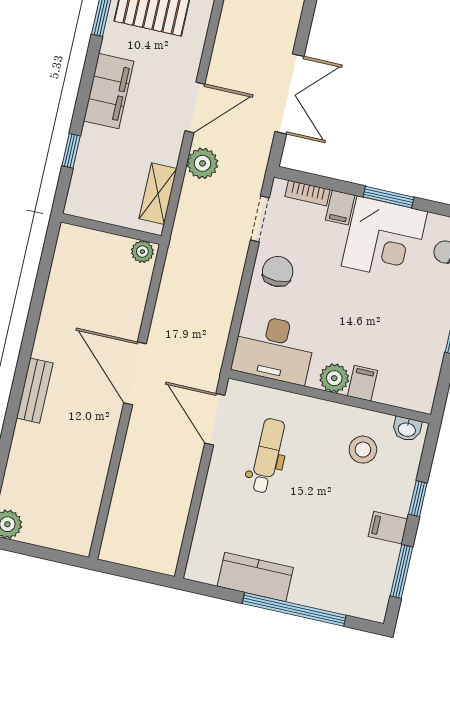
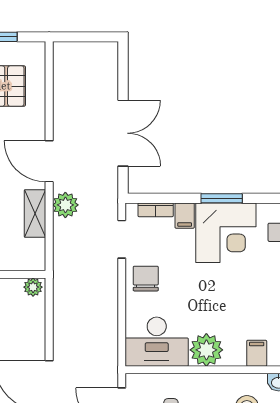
door: (195, 107) -> (49, 161), swing flipped
shelving: (158, 194) -> (35, 214), moved
plant: (334, 378) -> (206, 350), width x1.36, depth x1.36
filing cabinet: (363, 383) -> (257, 353), moved

